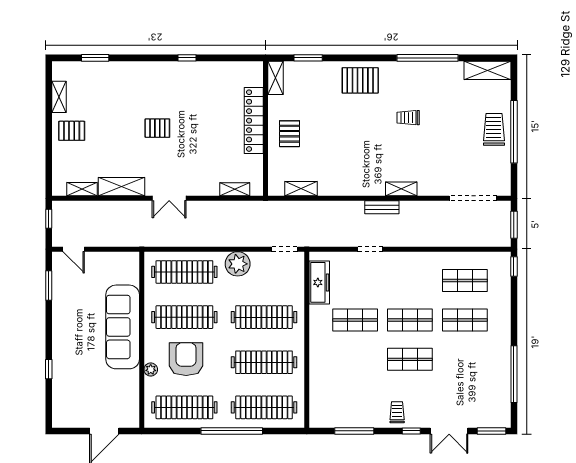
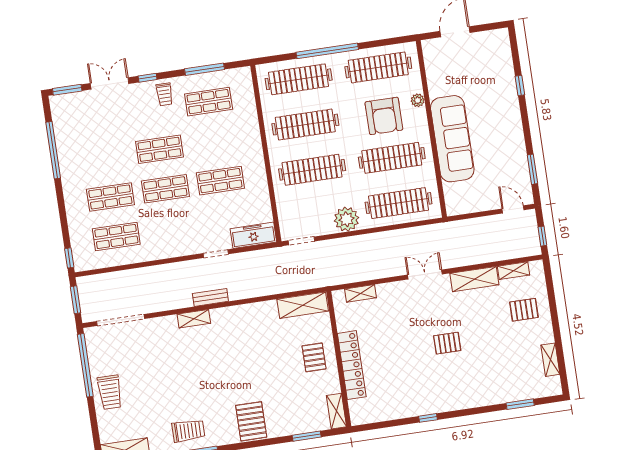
pallet: (360, 80) -> (251, 421), turned 90
trolley: (408, 118) -> (188, 431), moved, width x1.36, depth x1.39
pallet: (72, 131) -> (524, 310), moved
window: (514, 132) -> (85, 365), moved
shelving: (301, 189) -> (303, 305), width x1.50, depth x1.33
freezer: (319, 282) -> (253, 235), moved, turned 90
shop shelf: (355, 399) -> (209, 102), added

